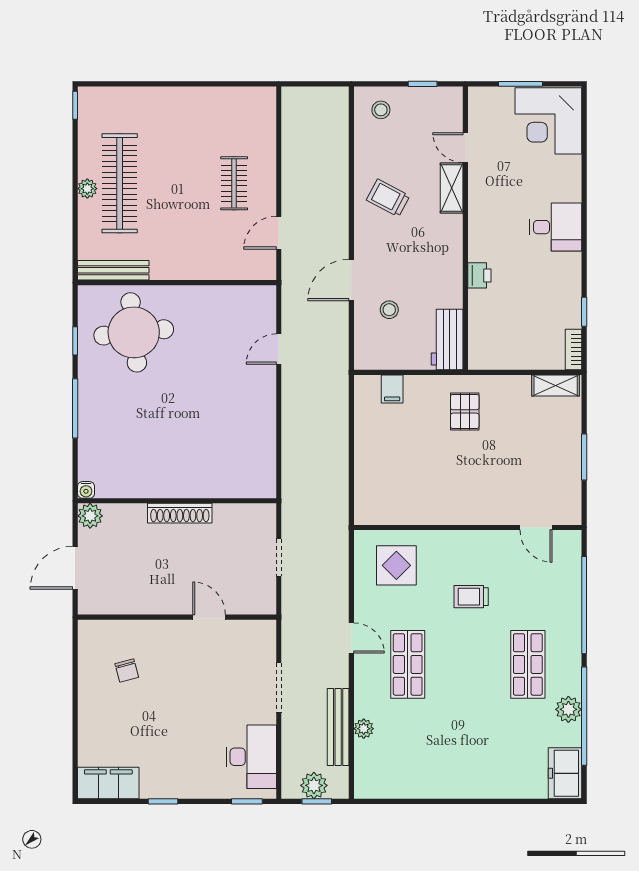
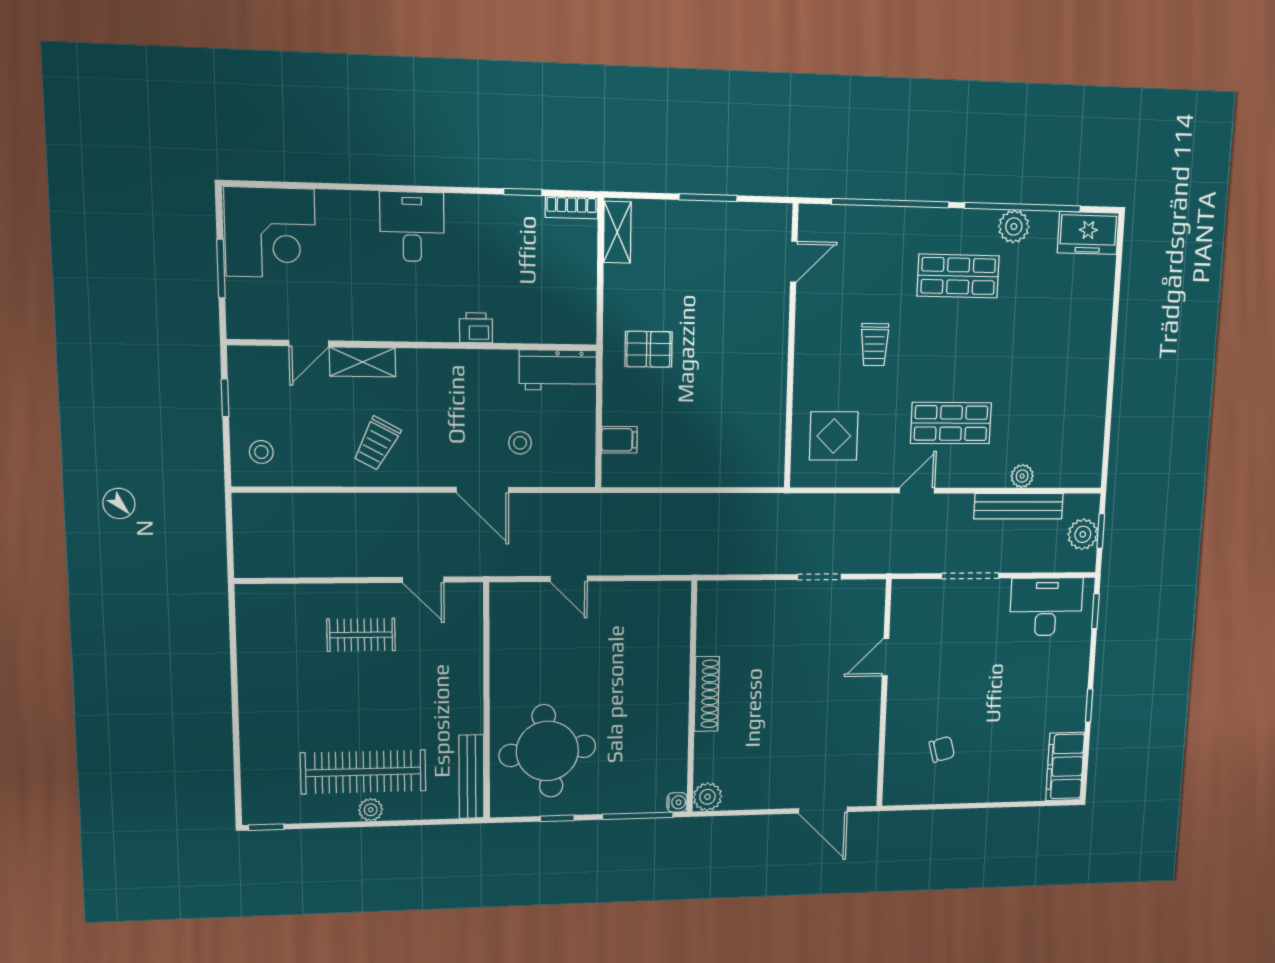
water cooler: (86, 490) -> (677, 802), moved
wall: (177, 501) -> (692, 698), moved
shoe rack: (180, 513) -> (707, 694), moved
plant: (90, 516) -> (707, 797), moved

